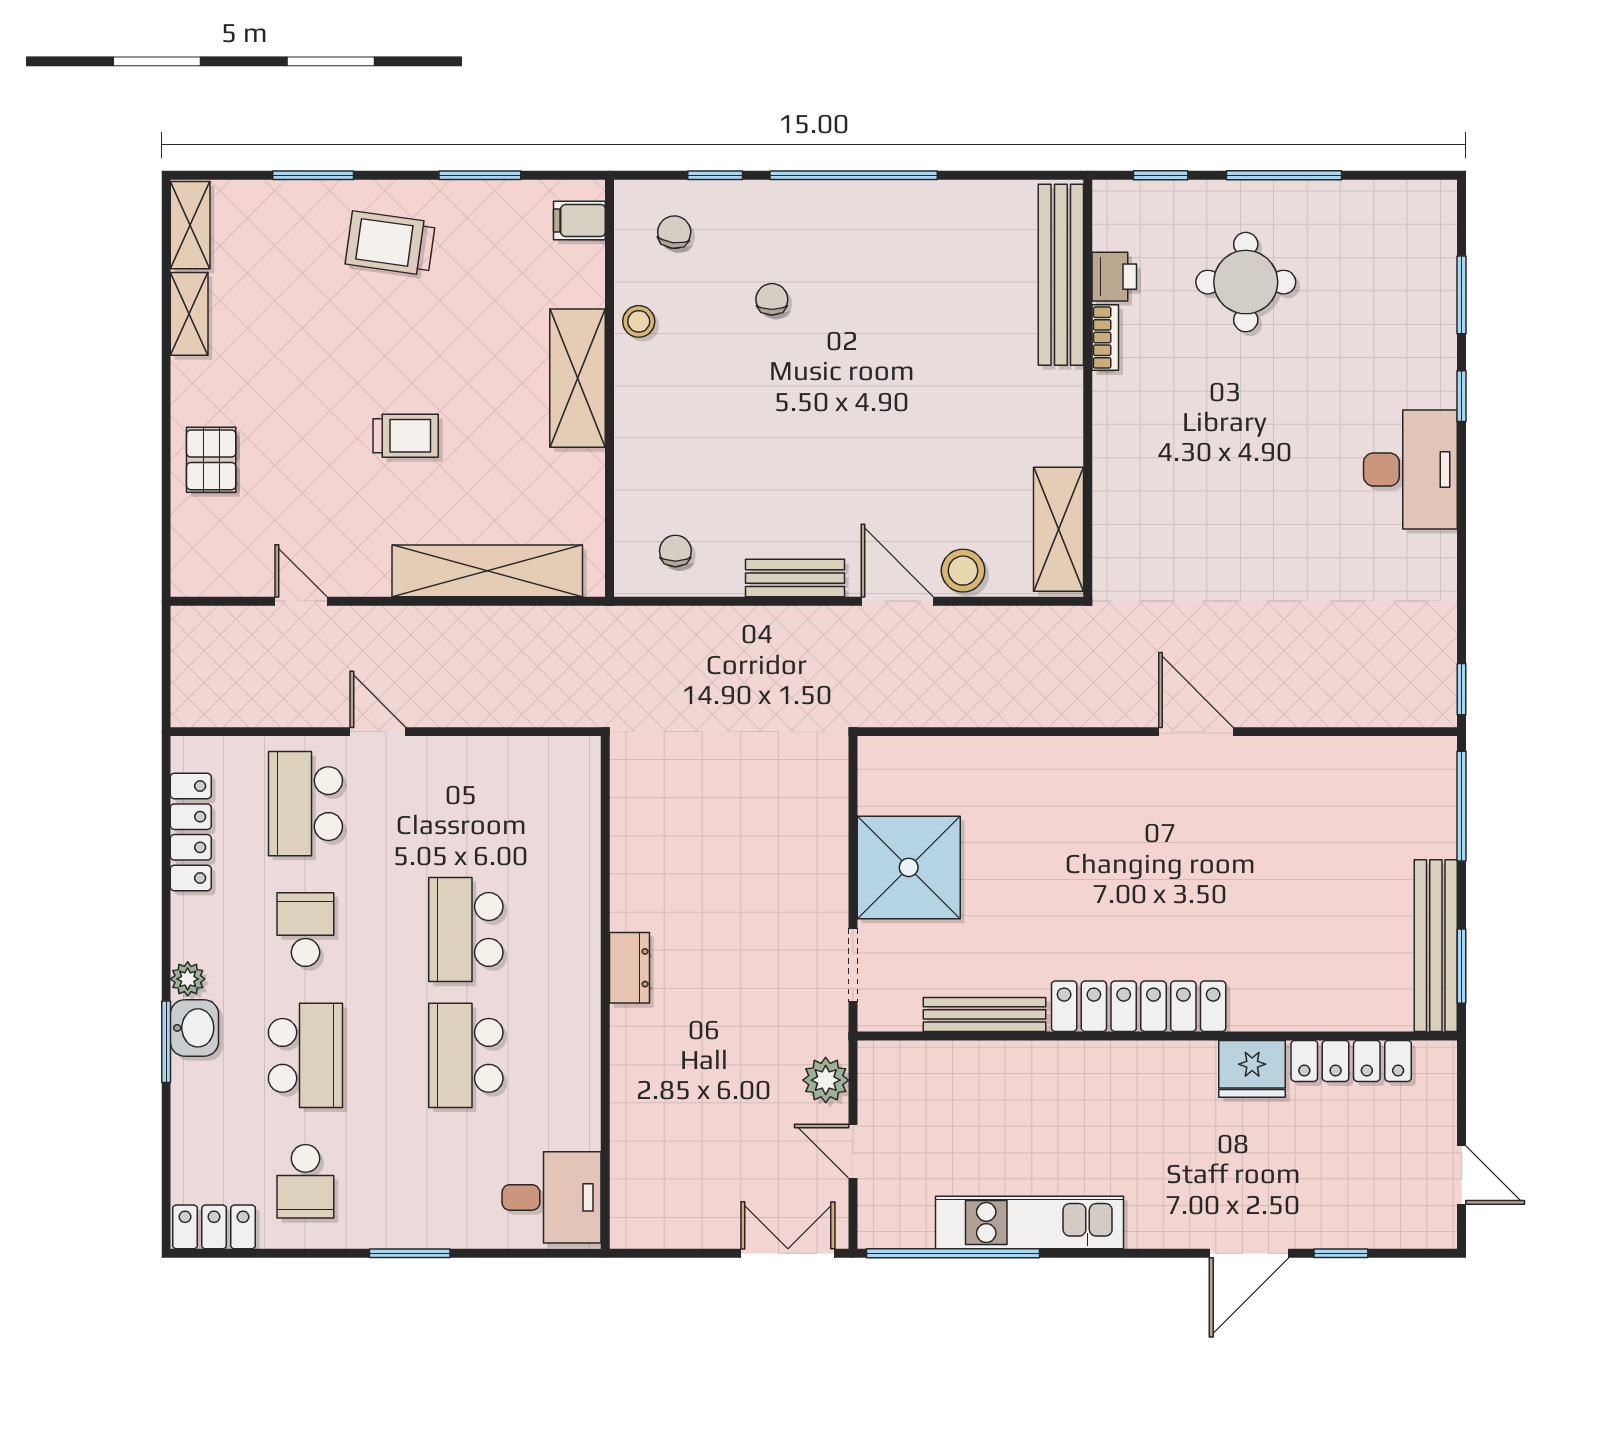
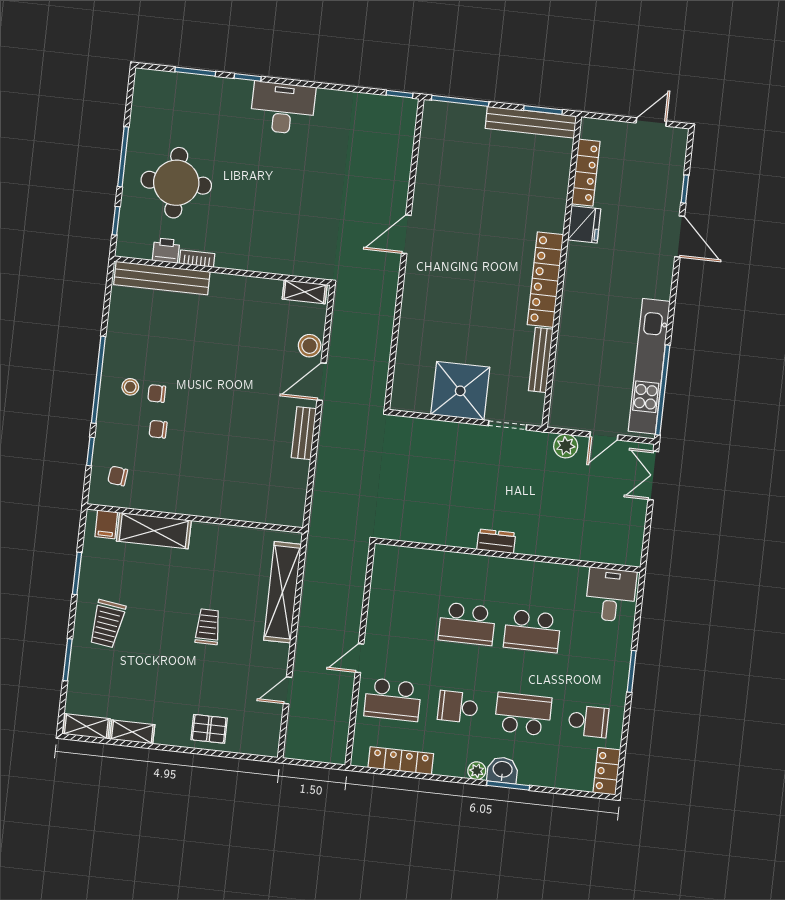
round table: (1246, 282) -> (176, 183), width x1.36, depth x1.36
stool: (639, 321) -> (130, 387), moved
shelving: (578, 378) -> (154, 531), moved
shelving: (1059, 529) -> (305, 292), width x0.67, depth x0.75
chair: (675, 551) -> (157, 393), moved
kitchen unit: (1029, 1222) -> (649, 366), width x1.36

